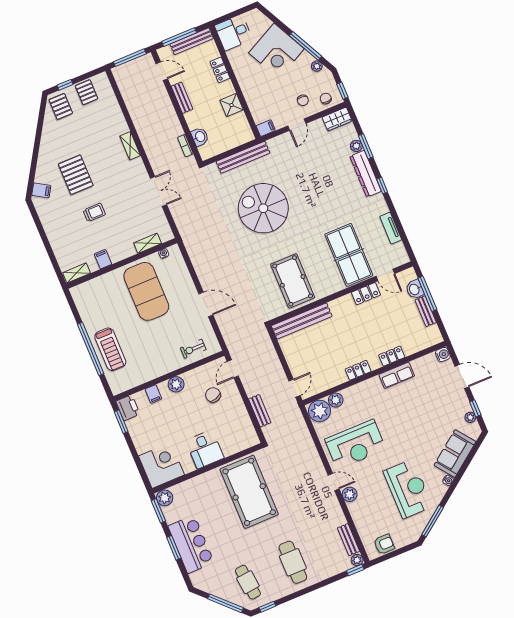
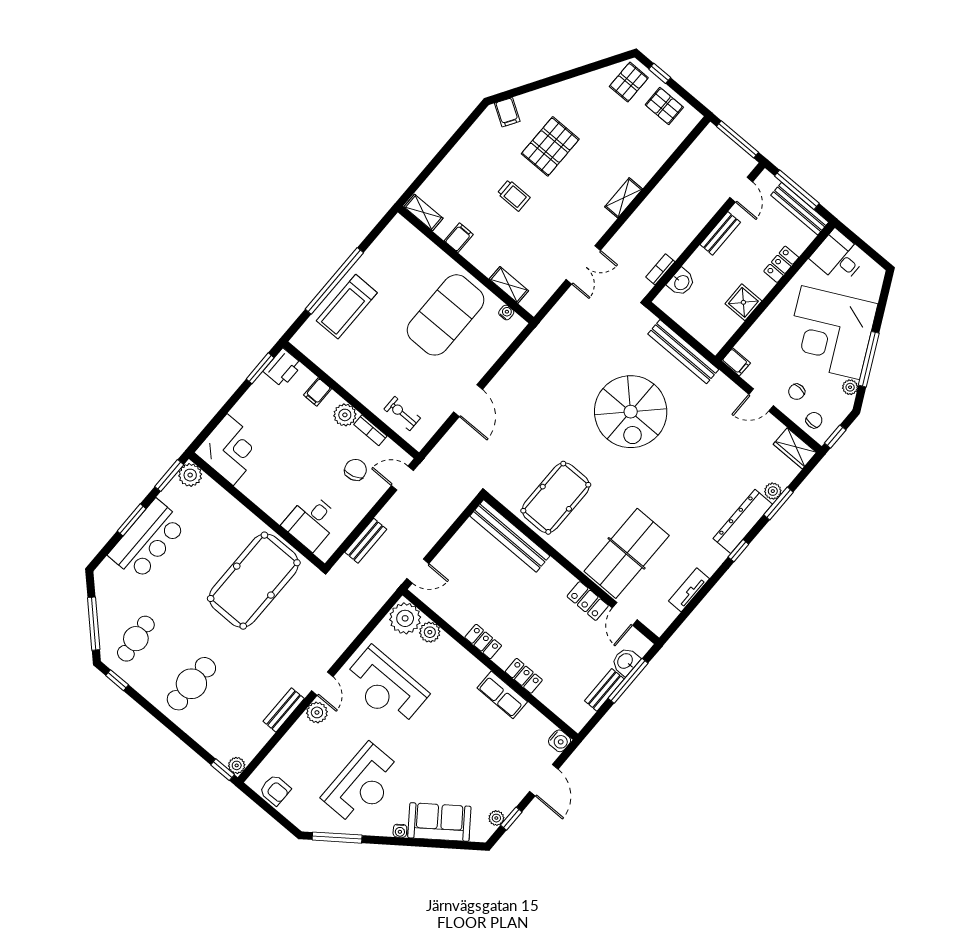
corner desk: (276, 51) -> (831, 333), width x1.36, depth x1.36
pallet: (86, 92) -> (664, 106), turned 90
spiral stairs: (263, 208) -> (631, 412), turned 180
bookcase: (193, 373) -> (370, 430), added
desk: (205, 449) -> (311, 522), moved
bench: (348, 540) -> (284, 710), moved

